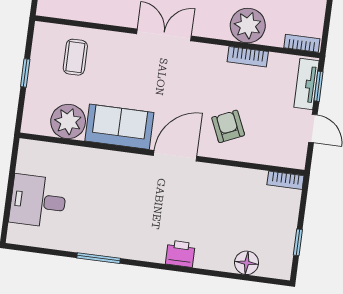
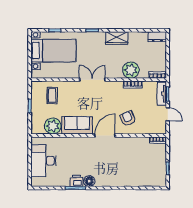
desk: (38, 201) -> (44, 161), width x1.37
printer: (180, 254) -> (76, 181), moved
floor lamp: (247, 263) -> (89, 181), moved

